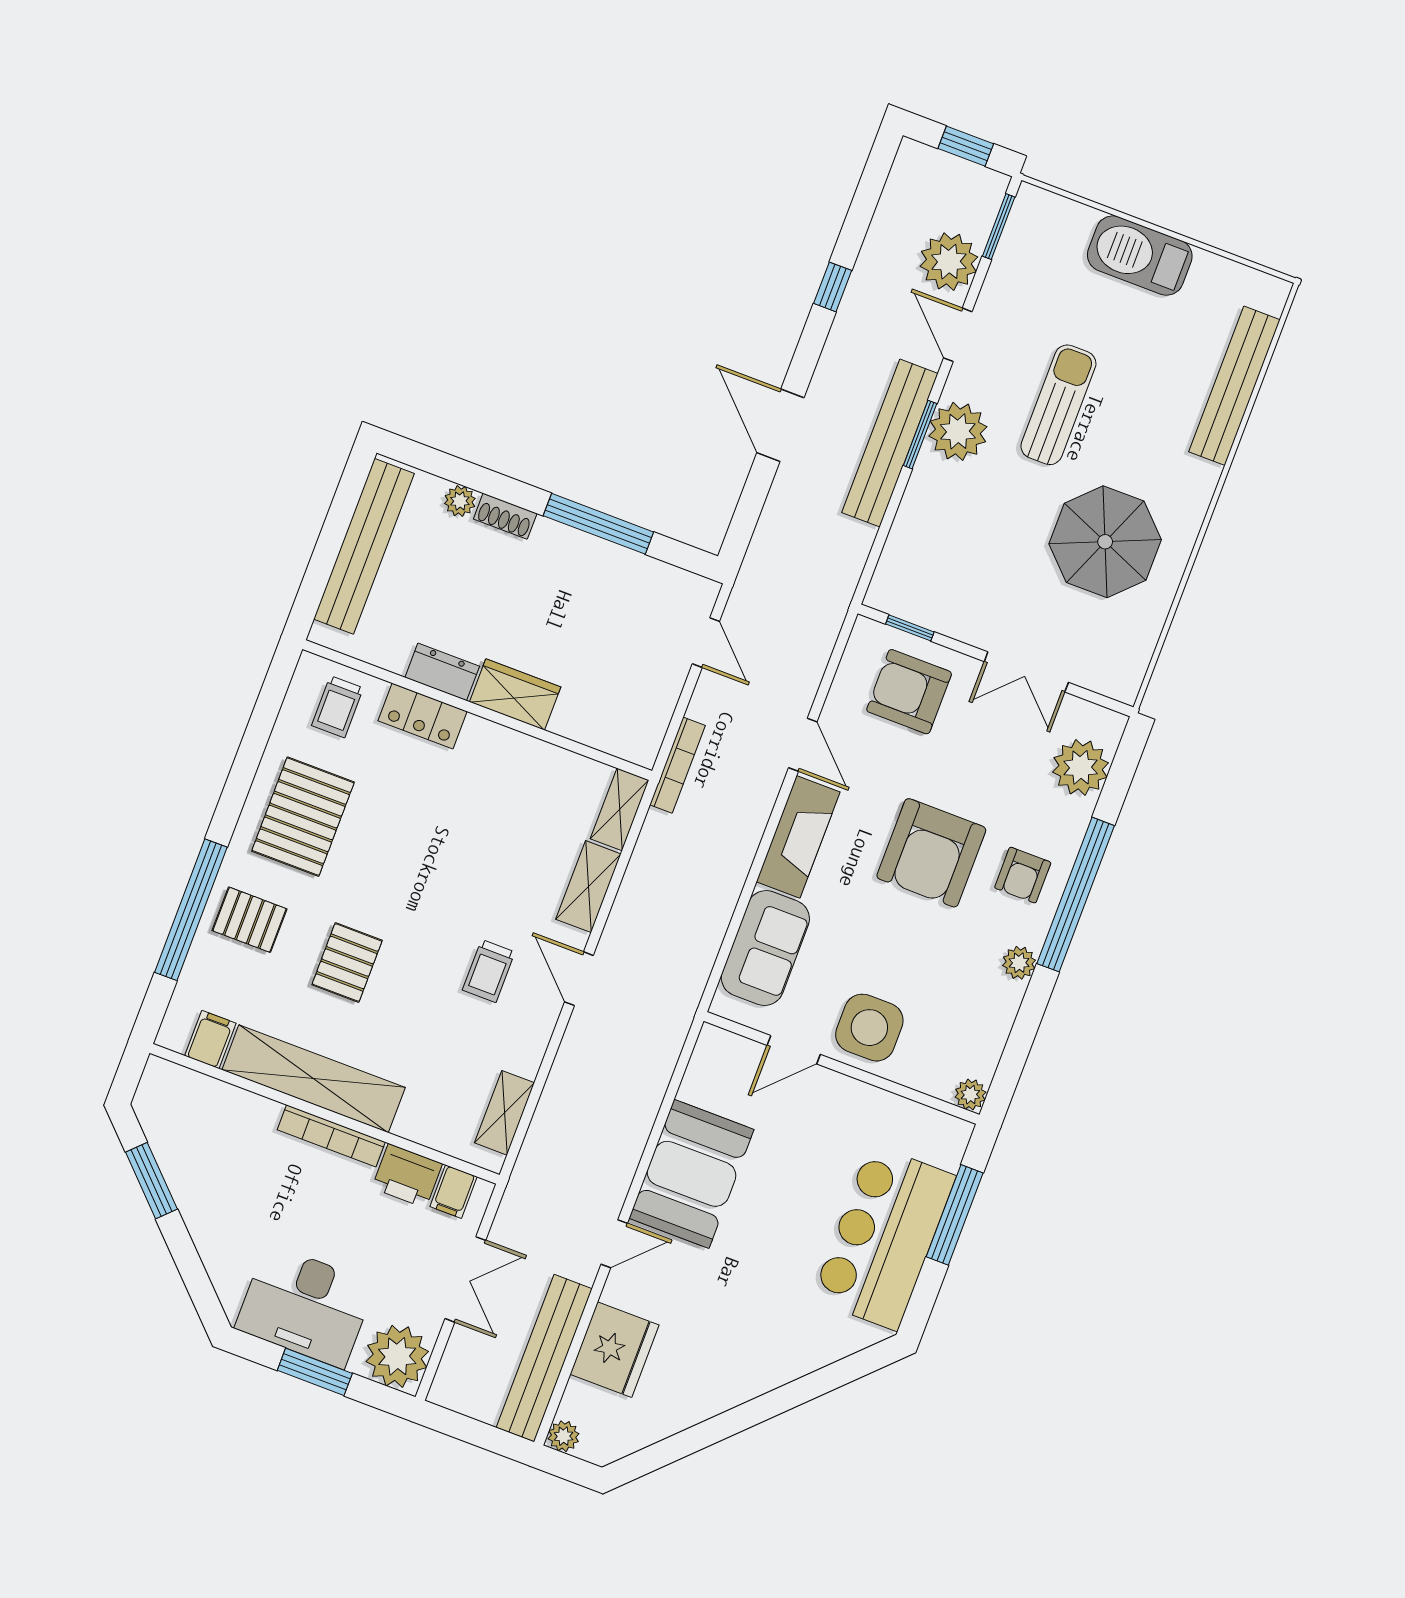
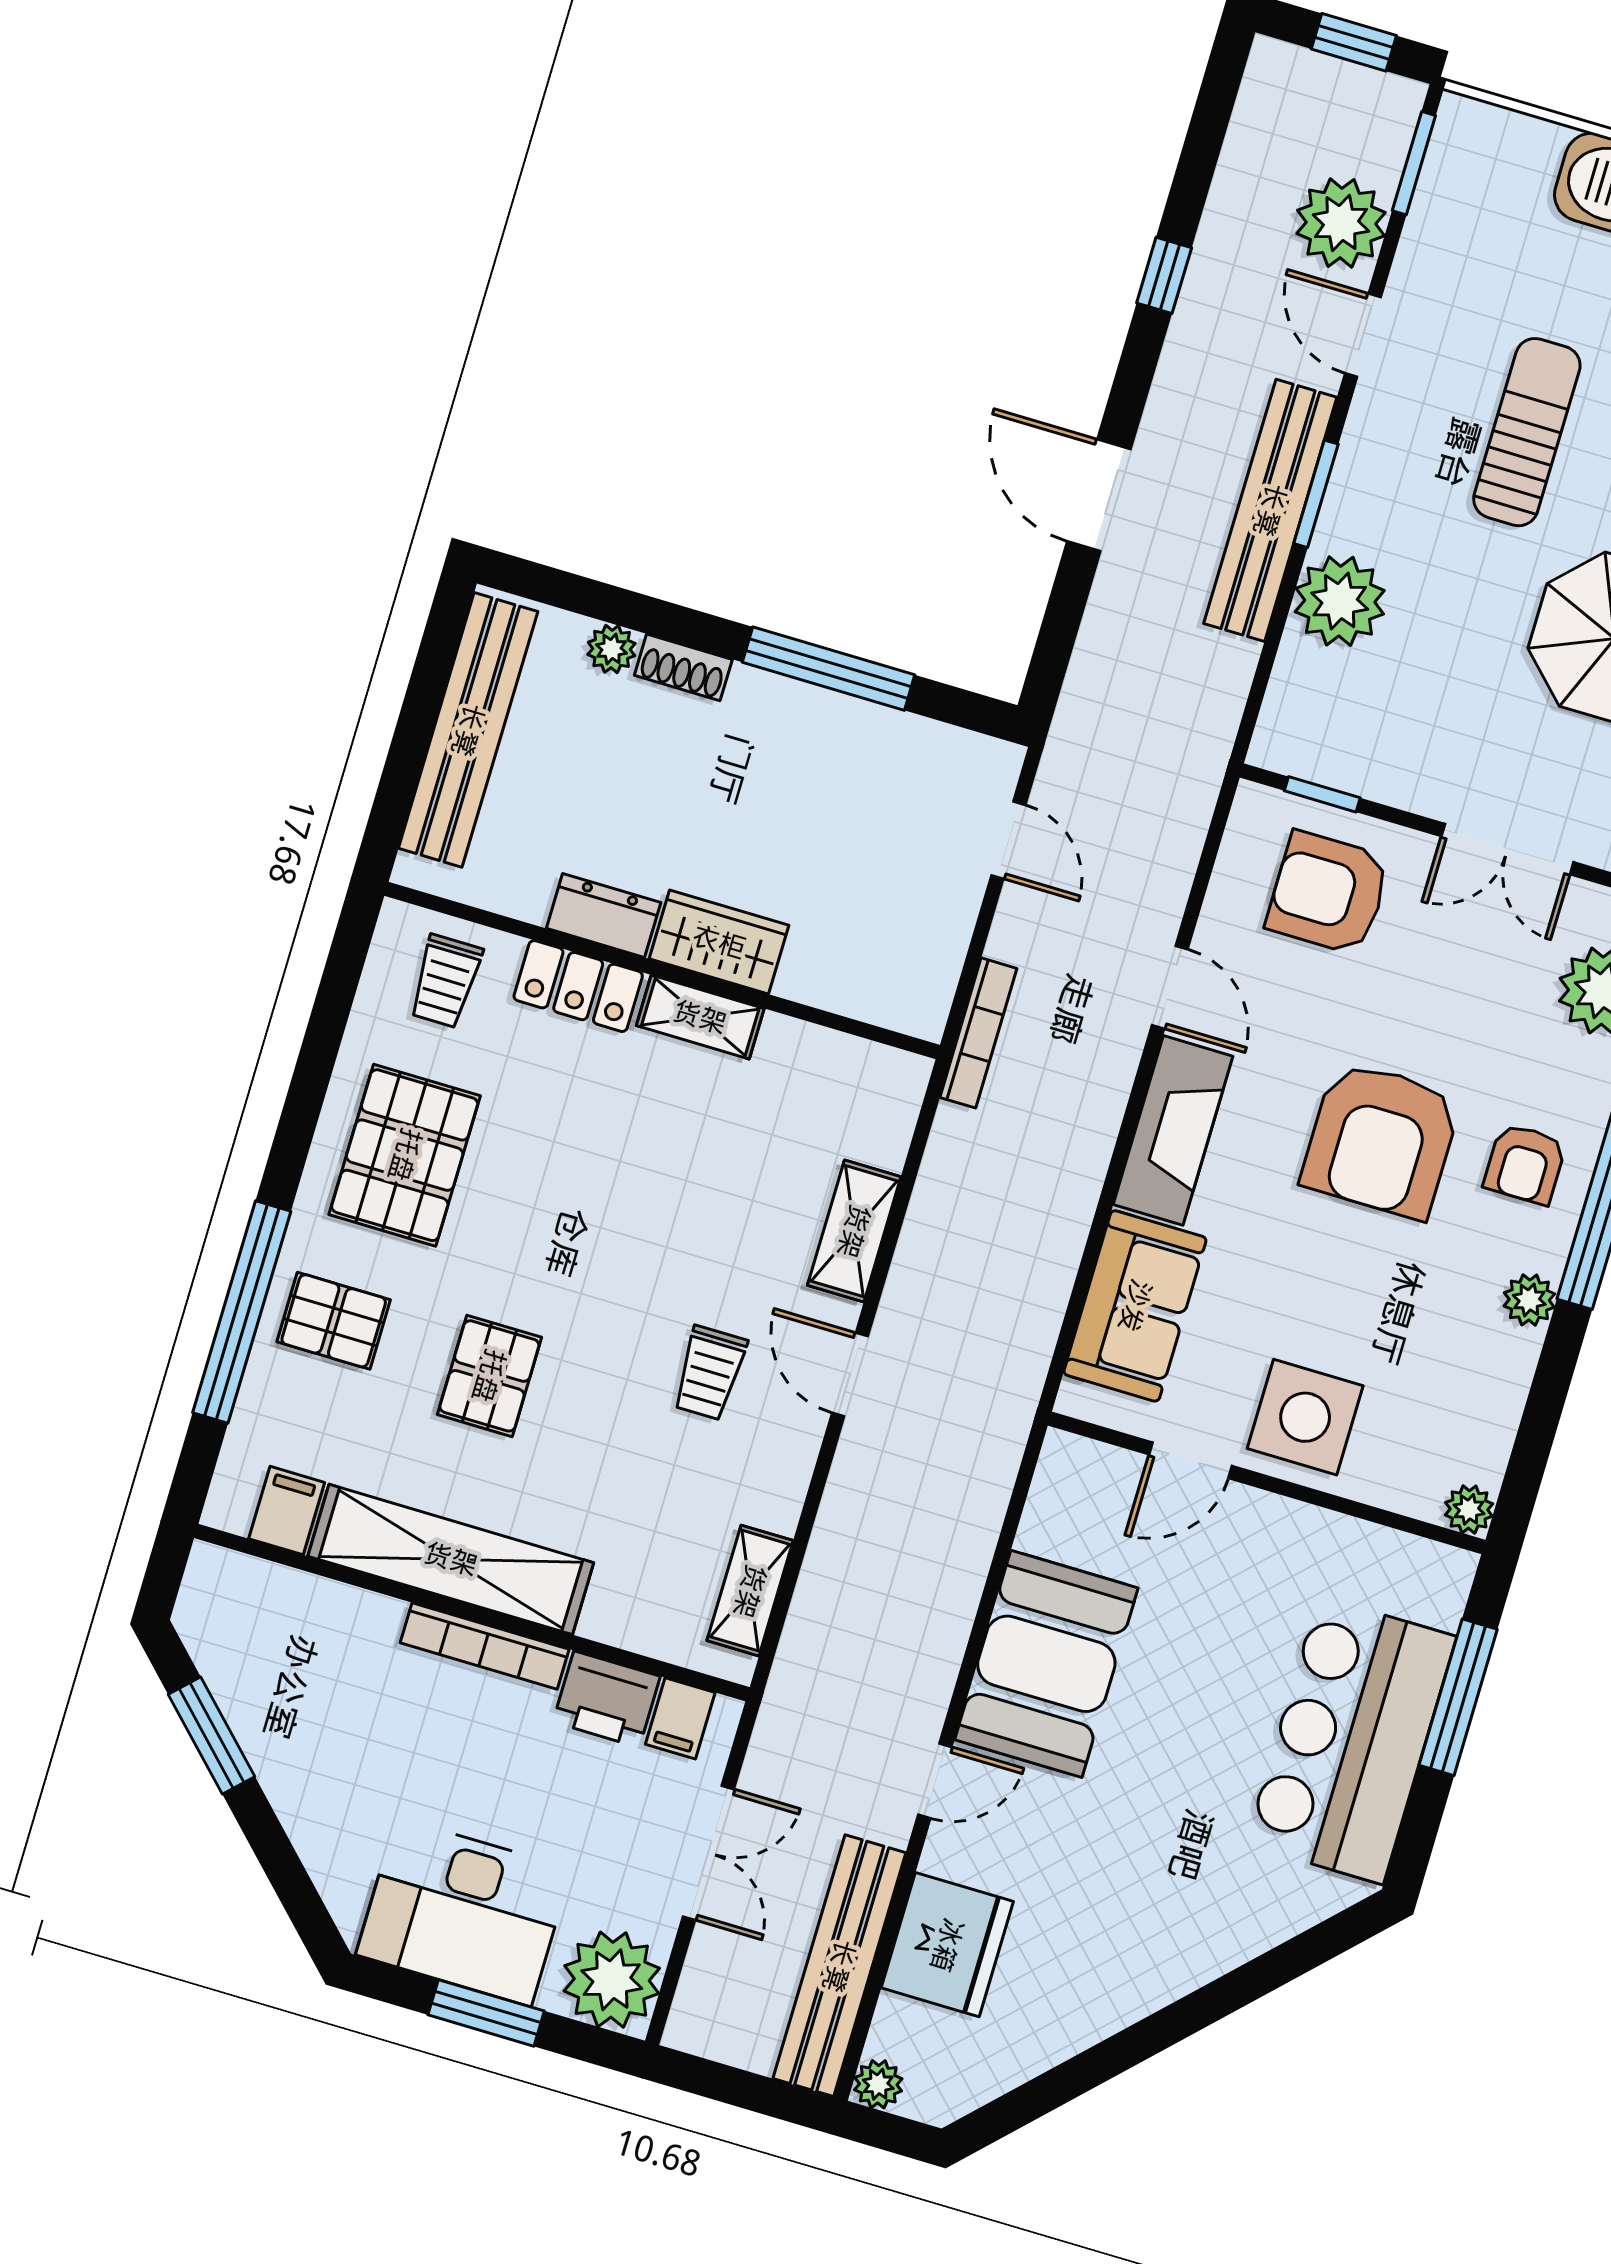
plant: (958, 431) -> (1340, 601), moved
shelving: (620, 809) -> (700, 1017), moved, turned 90

